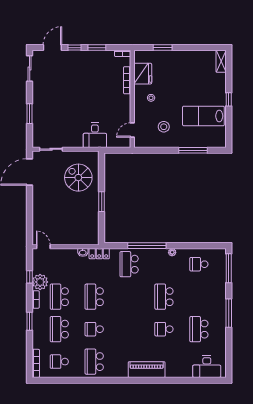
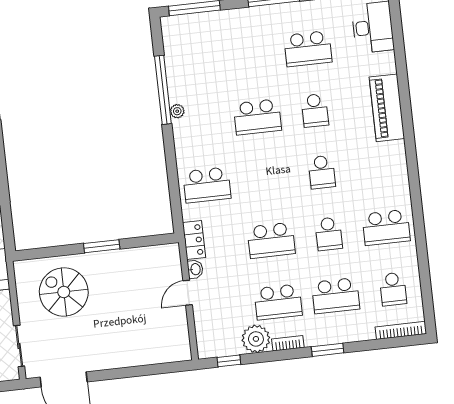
spiral stairs: (78, 178) -> (64, 292), turned 90
window: (147, 246) -> (163, 90), moved
door: (43, 247) -> (188, 293), moved
school desk: (199, 264) -> (322, 172), moved
window: (30, 277) -> (229, 361), moved
piano: (147, 370) -> (387, 108), moved

